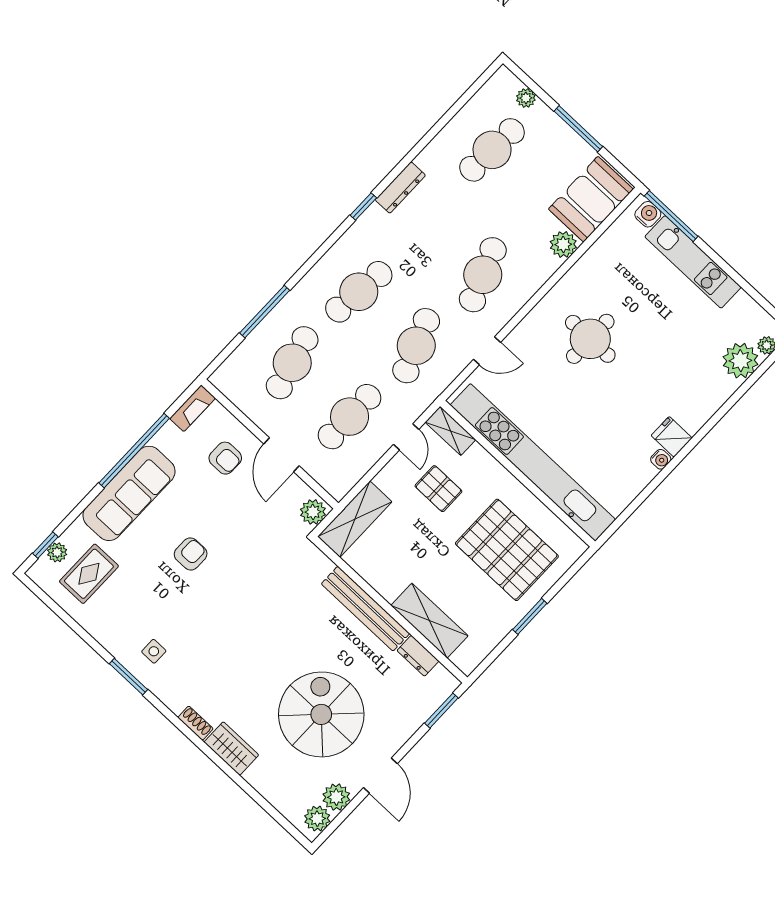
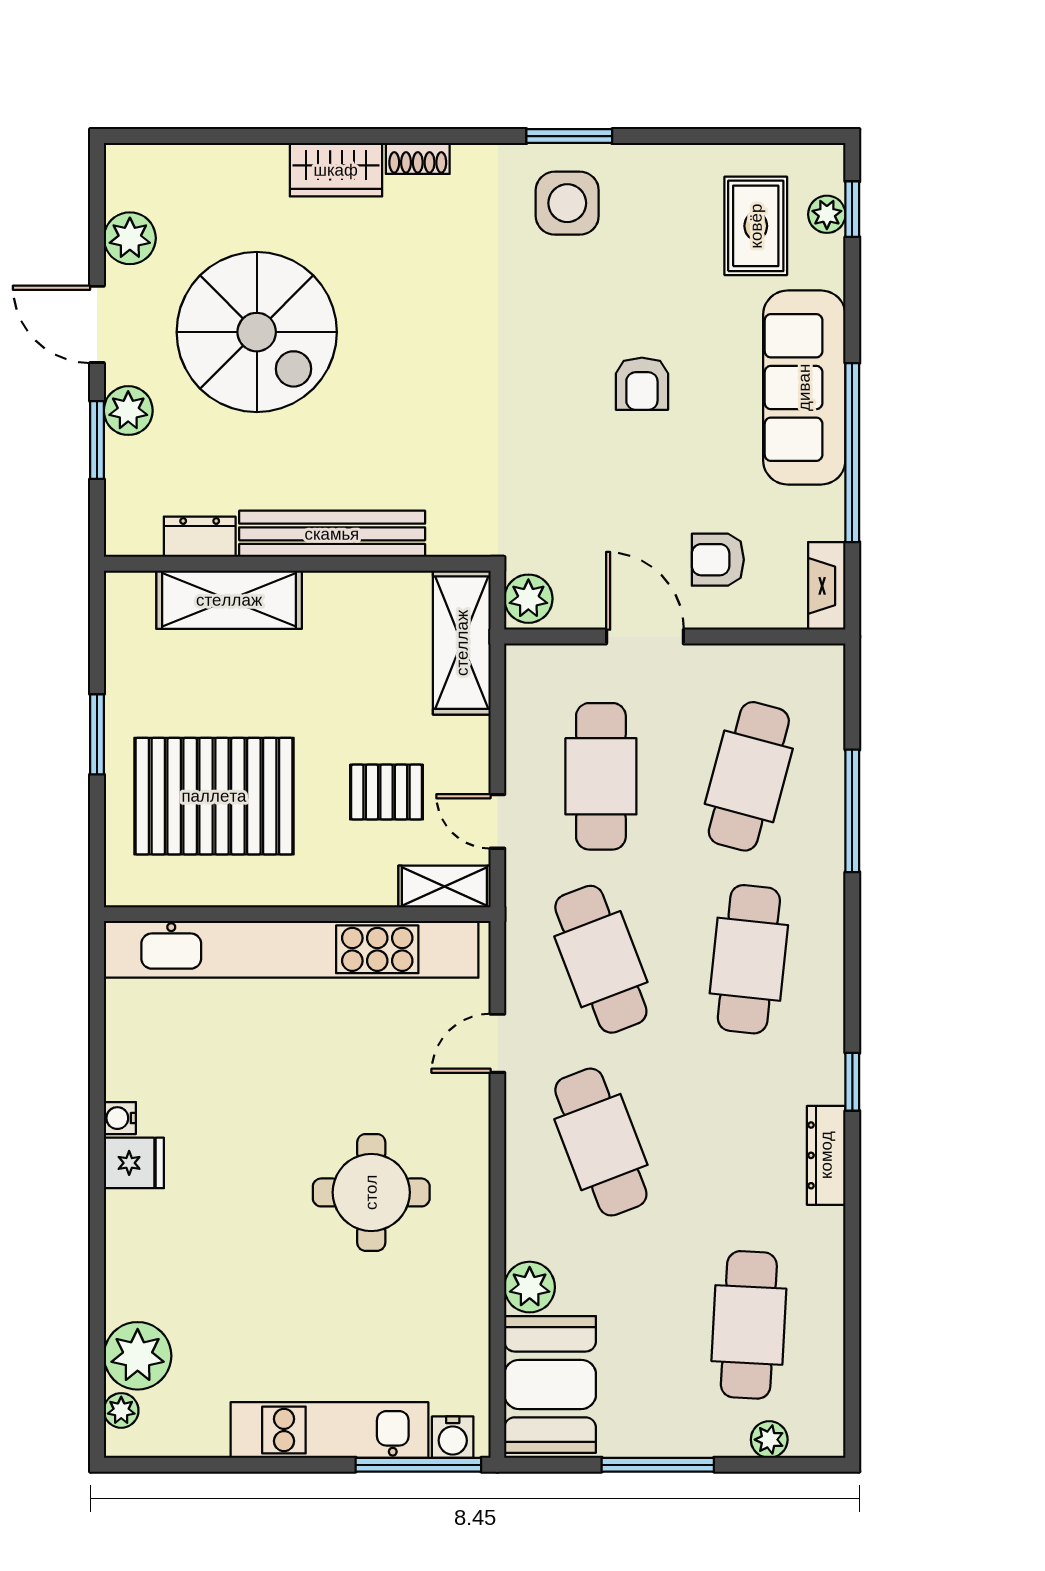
cafe table: (292, 363) -> (749, 776), turned 30
side table: (154, 651) -> (567, 203), width x1.87, depth x1.87
window: (441, 711) -> (97, 440), moved
plant: (317, 819) -> (128, 411), moved

